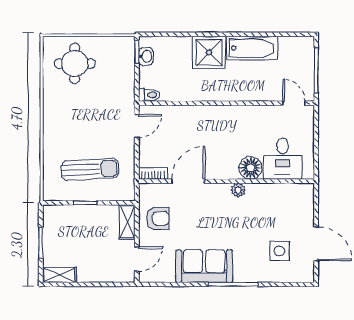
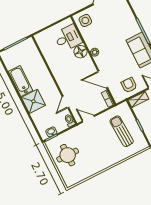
round table: (75, 63) -> (68, 155), moved
door: (294, 103) -> (65, 102), moved
side table: (279, 251) -> (85, 20), moved

